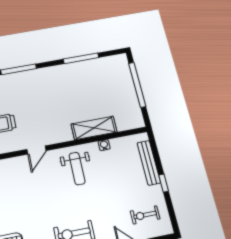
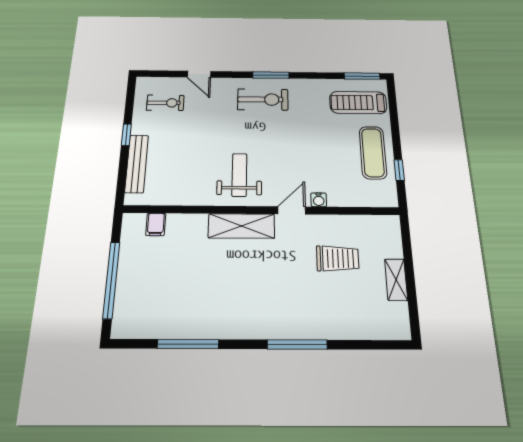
filing cabinet: (122, 123) -> (156, 224), added
shelving: (94, 128) -> (241, 226), moved
water cooler: (104, 145) -> (319, 200), moved

